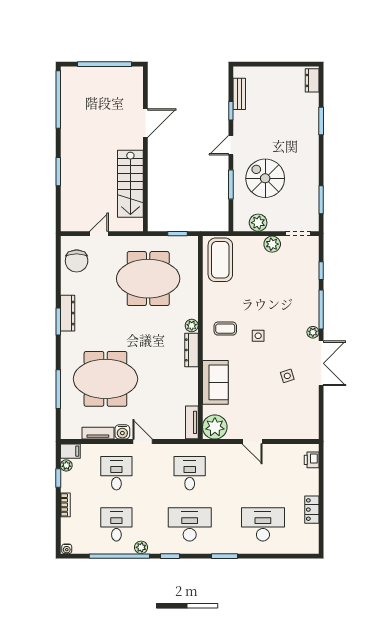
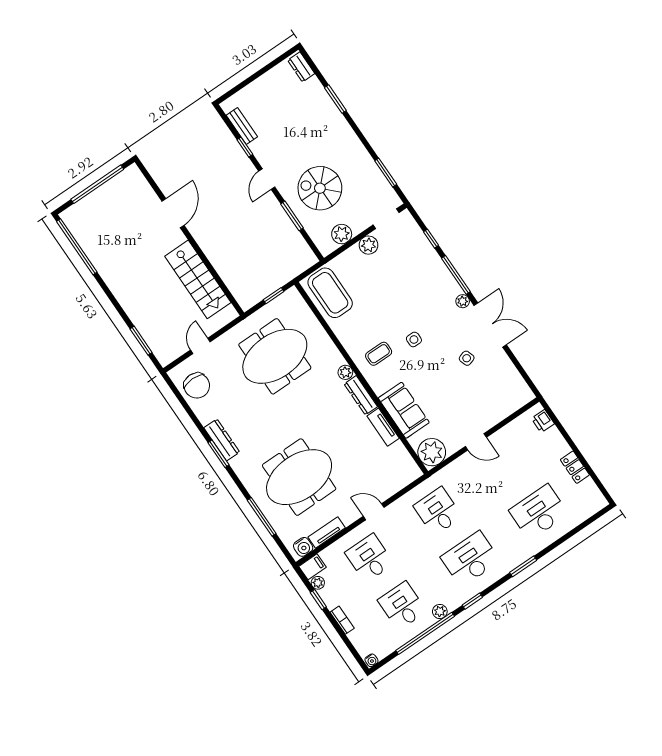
window: (58, 172) -> (141, 341), moved
tv unit: (192, 422) -> (383, 427), moved
water cooler: (122, 432) -> (303, 547), moved

